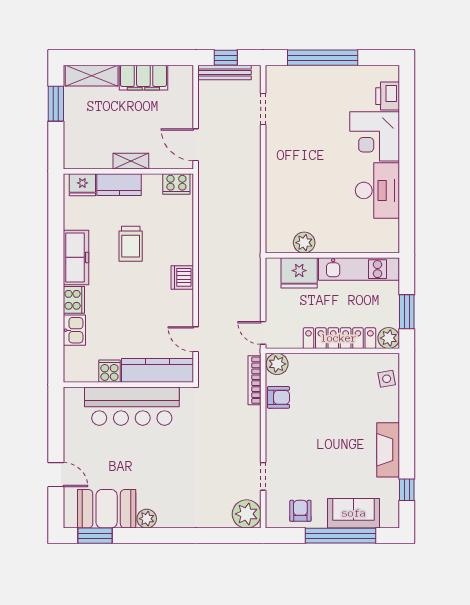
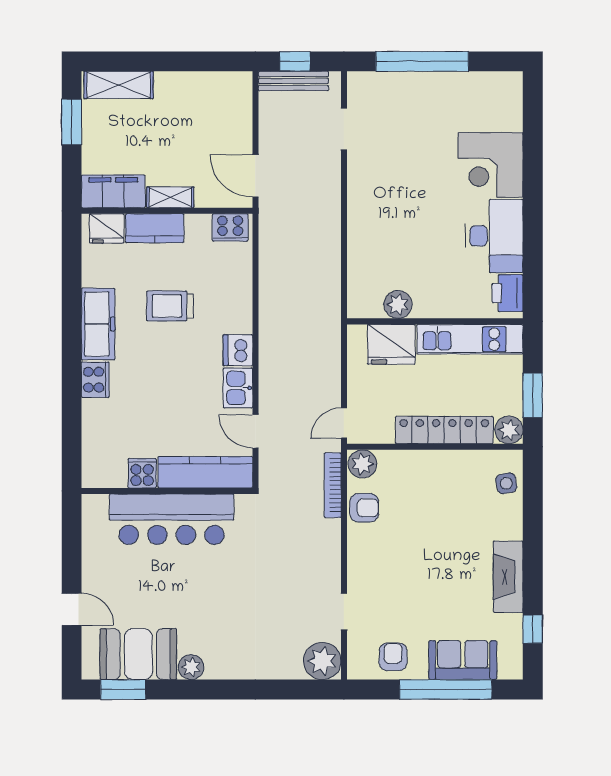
filing cabinet: (143, 78) -> (113, 191), moved, turned 180
printer: (388, 96) -> (508, 293), moved
trolley: (131, 244) -> (170, 306), turned 90
kitchen sink: (74, 330) -> (238, 388), moved, turned 180
door: (263, 333) -> (344, 423), hinge flipped

